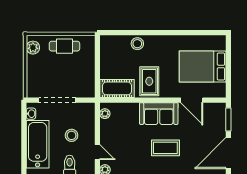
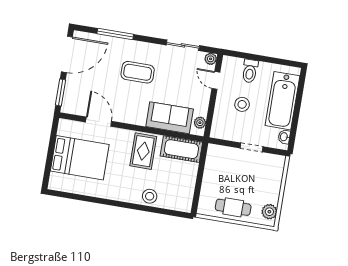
doorway: (57, 100) -> (252, 147), width x0.53
sofa: (159, 114) -> (170, 118), moved

